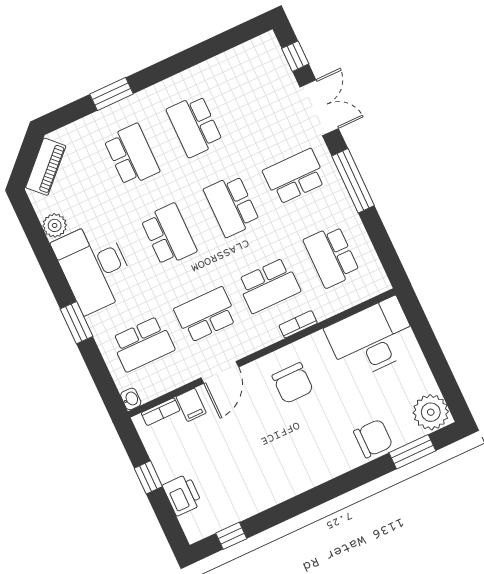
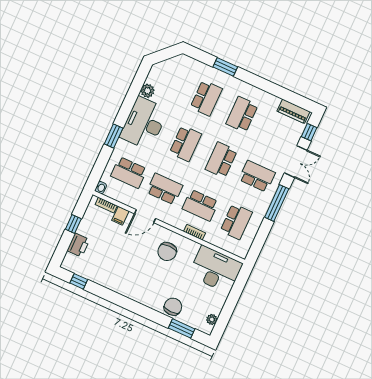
piano: (46, 167) -> (294, 111), moved, turned 45
school desk: (332, 256) -> (236, 222), turned 180
plant: (431, 412) -> (212, 320), width x0.53, depth x0.53
chair: (373, 438) -> (173, 307), turned -90

